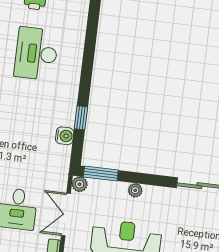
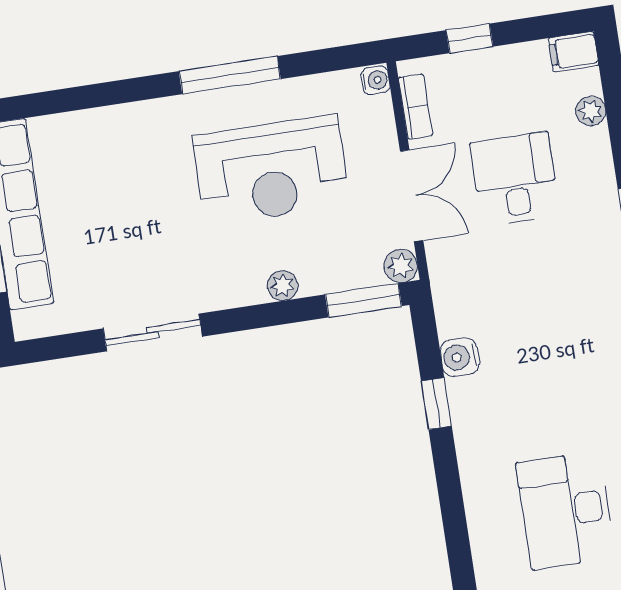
desk: (36, 54) -> (566, 510), turned 180

